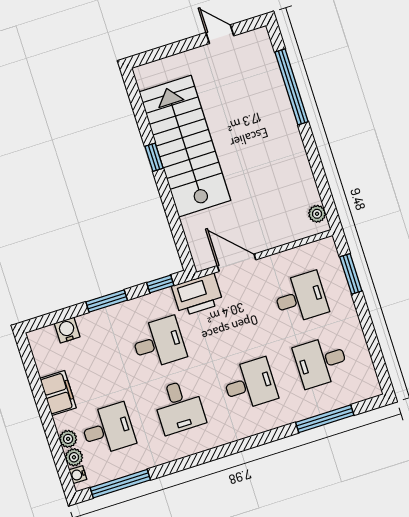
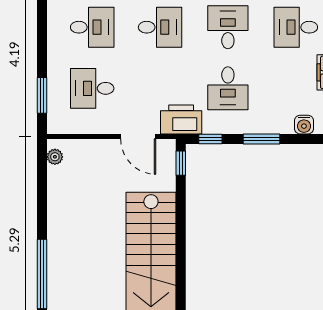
window: (154, 157) -> (181, 163), moved
desk: (159, 343) -> (228, 88), turned -90
desk: (250, 384) -> (160, 27), turned 180

